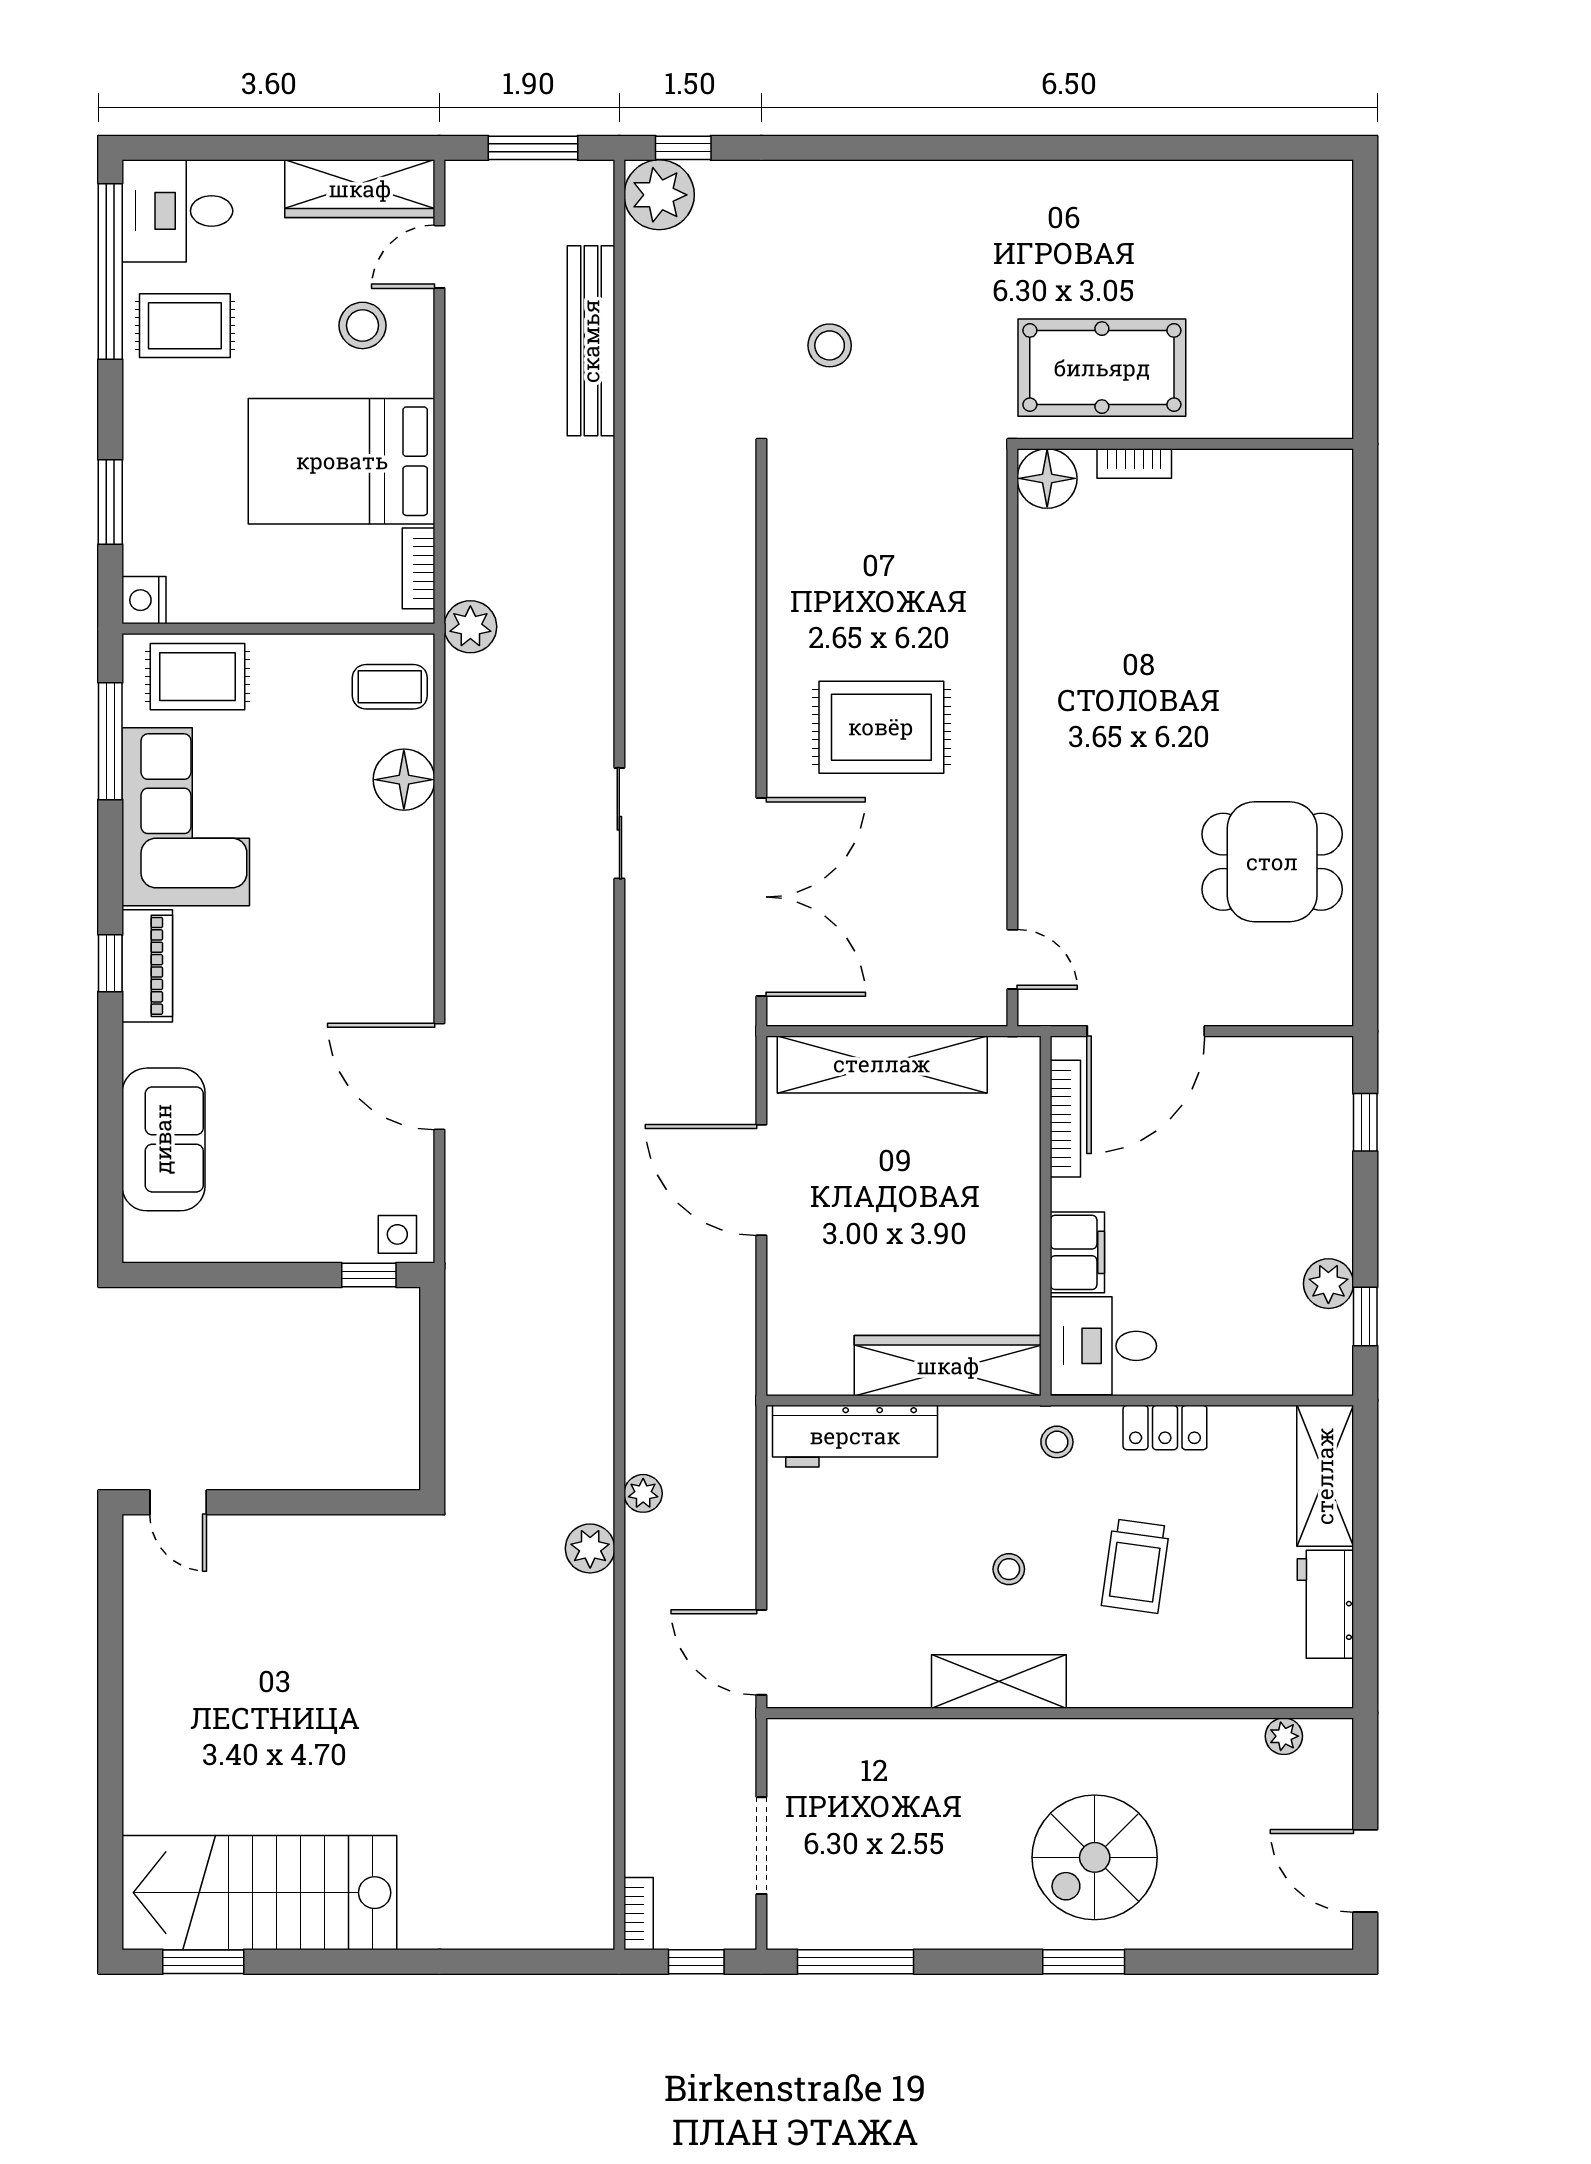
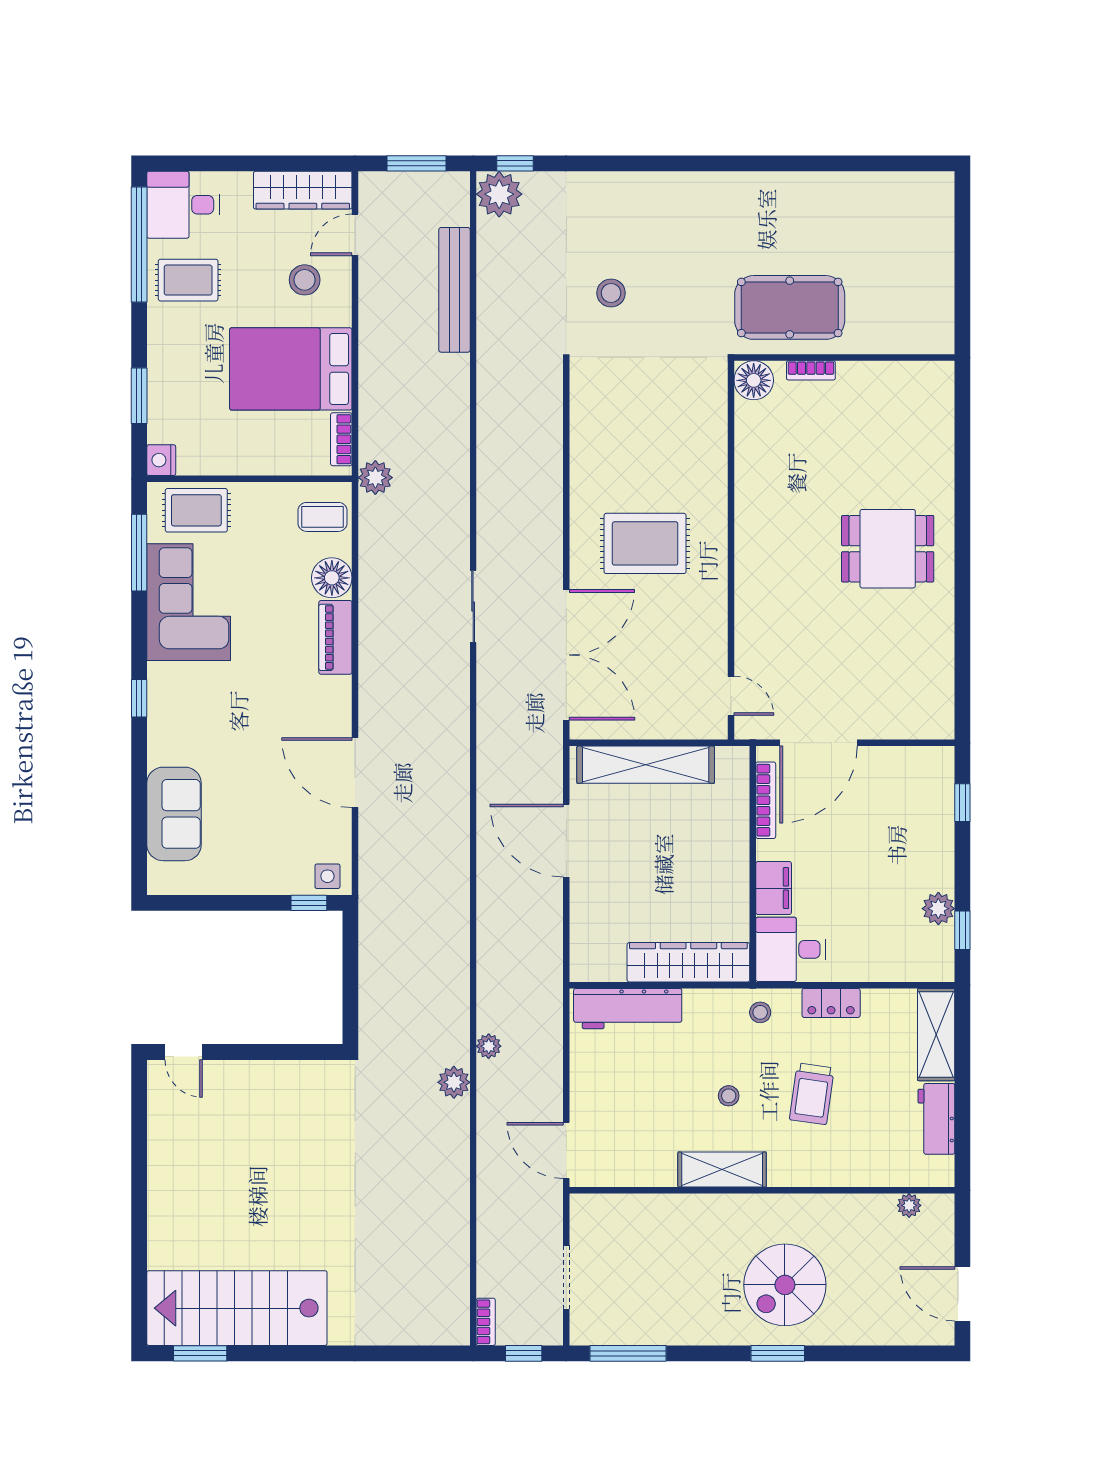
dining table: (1272, 862) -> (888, 549), moved
piano: (147, 966) -> (335, 637), moved, turned 180

